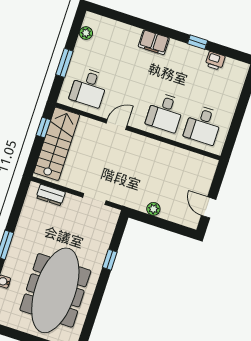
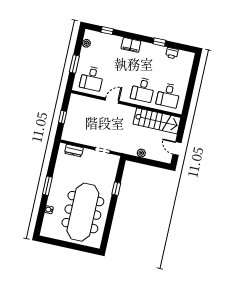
window: (120, 17) -> (107, 31), added
window: (43, 128) -> (63, 117), moved
stairs: (57, 144) -> (157, 121), moved, turned 90

